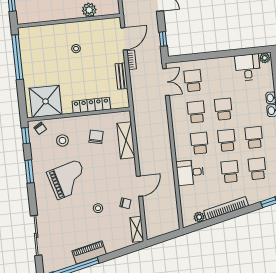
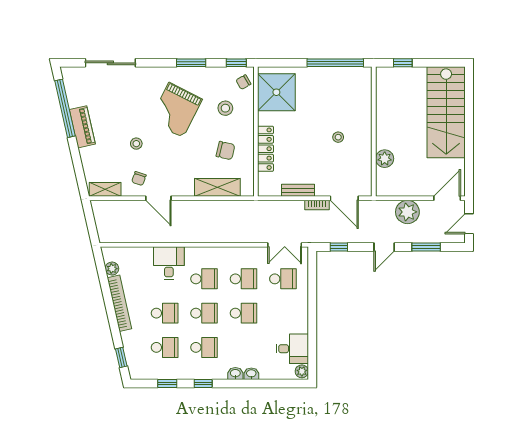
grand piano: (68, 180) -> (176, 110), turned 43

